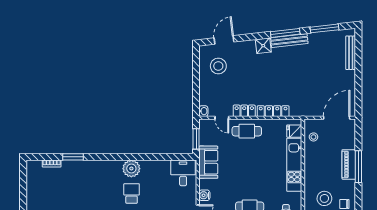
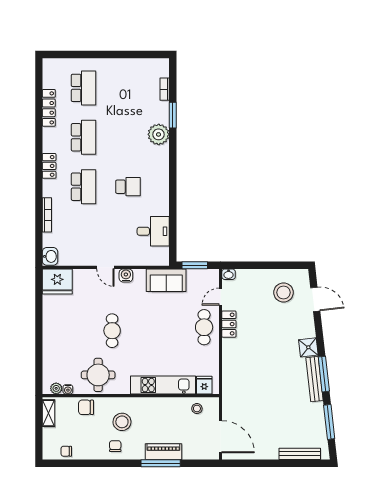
locker: (273, 111) -> (229, 359), removed
plant: (131, 169) -> (159, 134), moved
desk: (183, 173) -> (153, 231), moved

